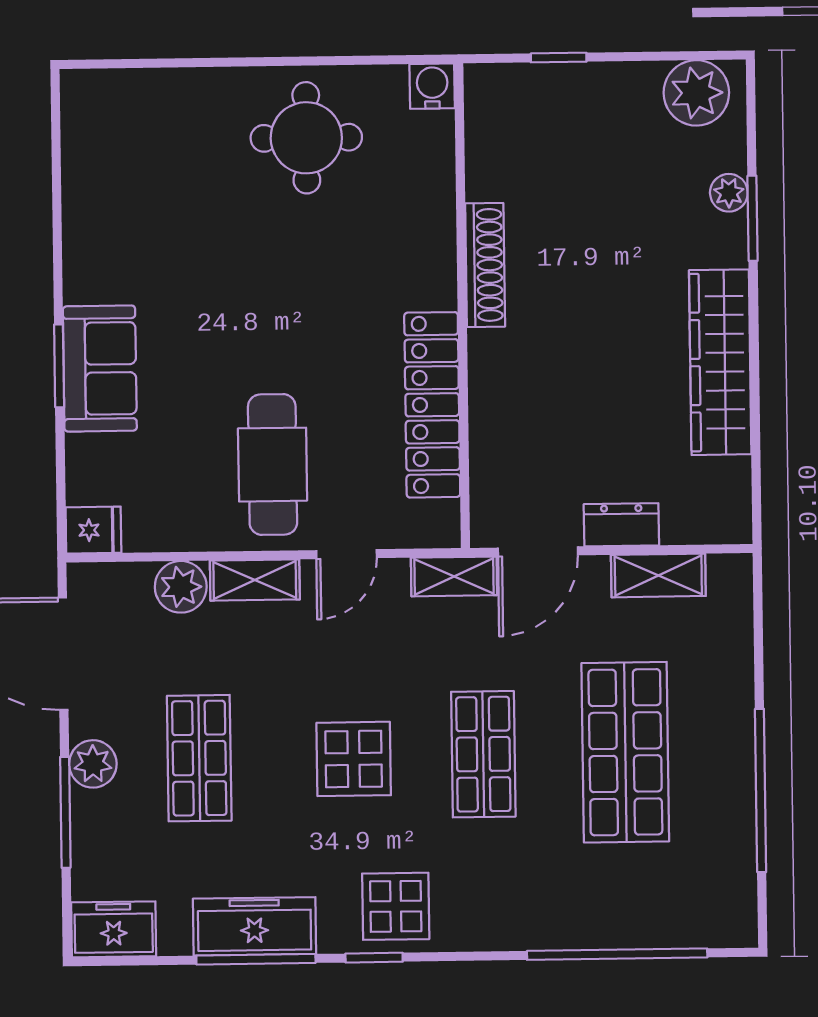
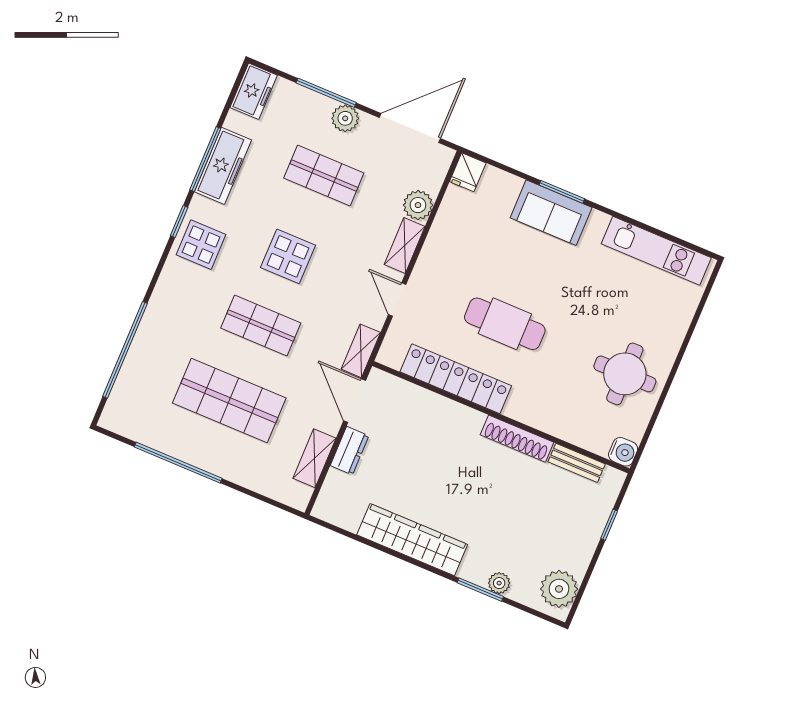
bench: (482, 153) -> (577, 463), added
kitchen unit: (87, 174) -> (656, 251), added
cafe table: (273, 465) -> (505, 324), moved

